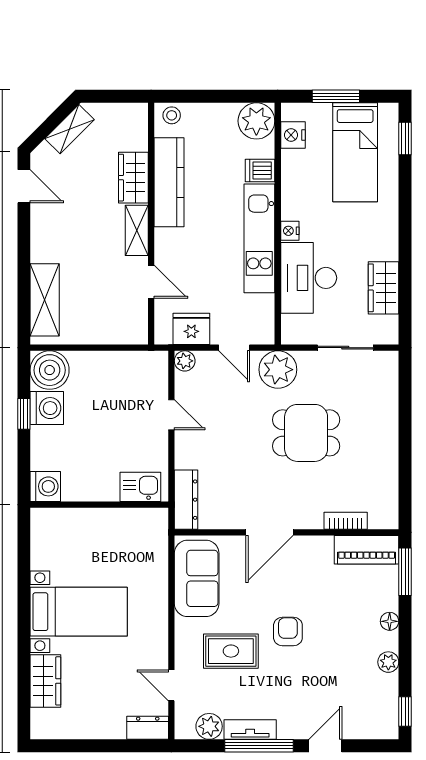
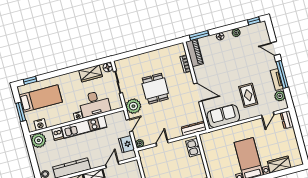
floor lamp: (387, 333) -> (108, 67), added
armchair: (288, 631) -> (235, 75), removed

